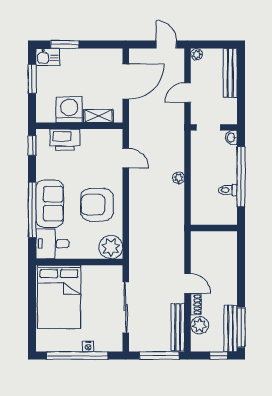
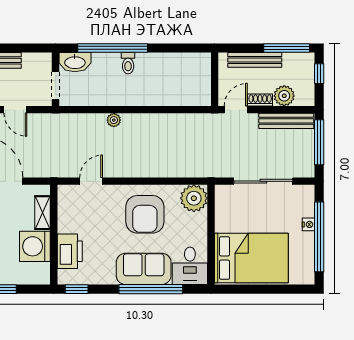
washbasin: (231, 138) -> (75, 62), width x1.91, depth x1.45
wall: (214, 228) -> (215, 79), moved
bench: (231, 328) -> (255, 60), moved

